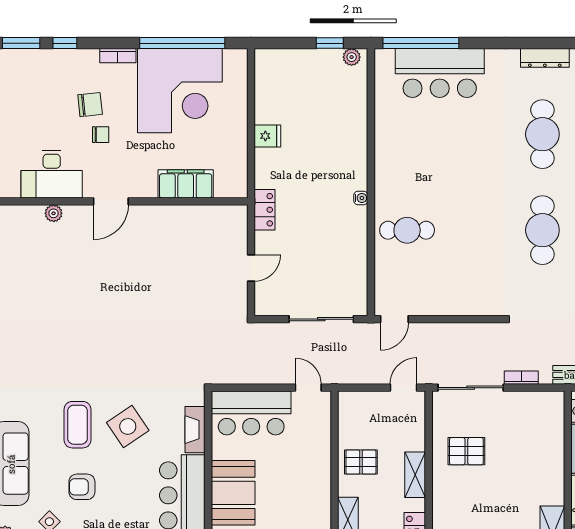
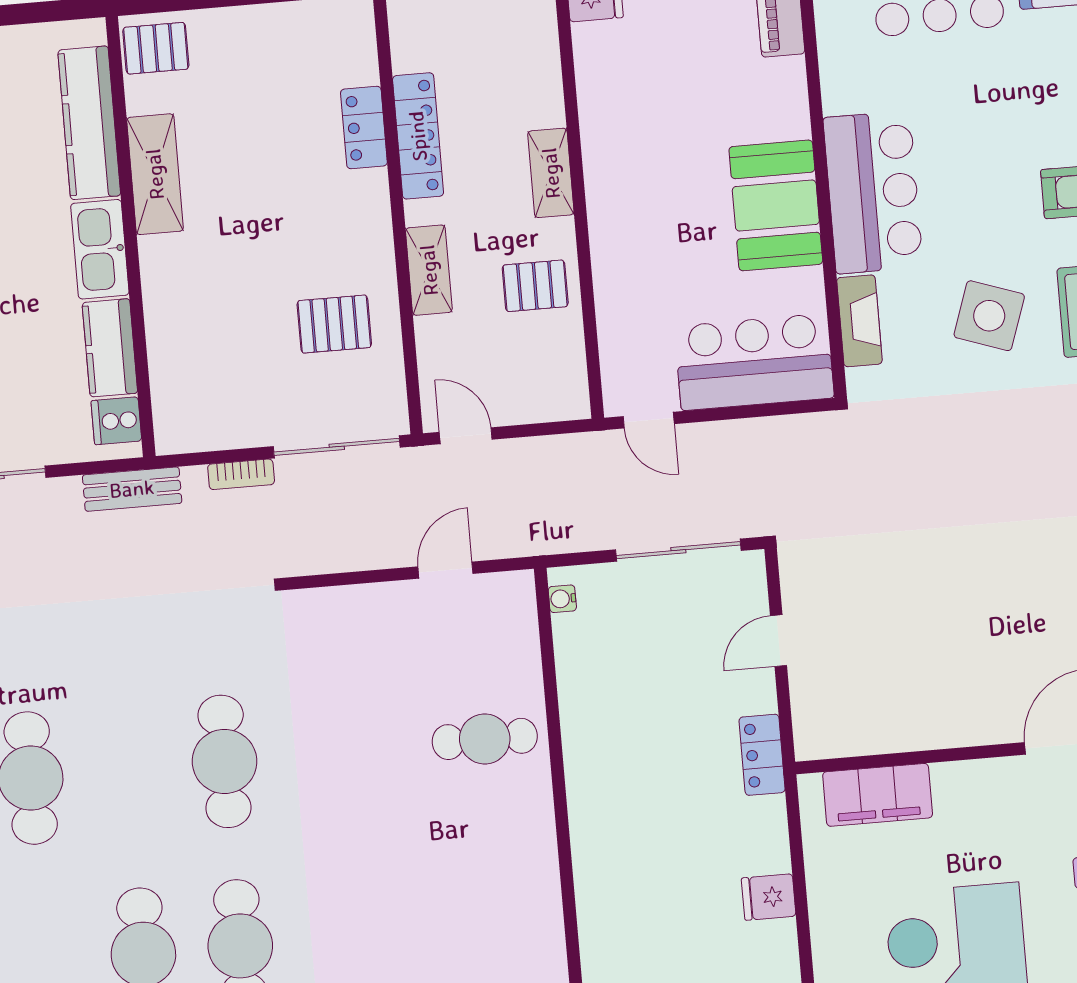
filing cabinet: (186, 184) -> (878, 795), moved
water cooler: (361, 198) -> (562, 599), moved
sliding door: (321, 319) -> (678, 550), moved
door: (394, 319) -> (445, 570), moved
door: (403, 388) -> (466, 436), swing flipped
side table: (128, 426) -> (989, 316), turned -37

